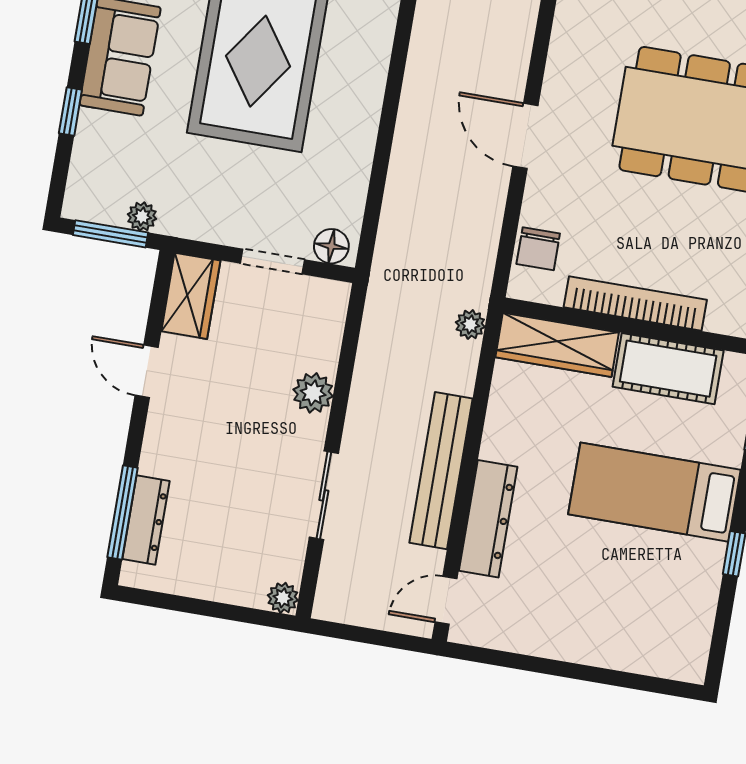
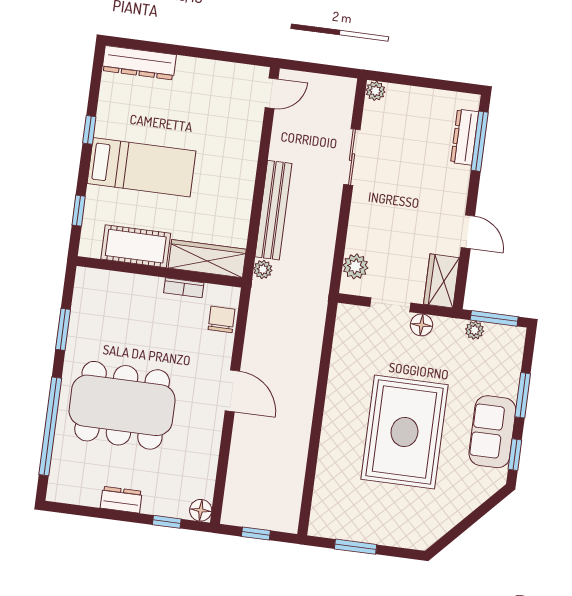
window: (70, 111) -> (523, 395), width x1.50
floor lamp: (331, 246) -> (421, 325), moved
bookcase: (635, 304) -> (184, 288), width x0.43, depth x0.76
plant: (313, 393) -> (355, 266), moved
bench: (441, 471) -> (273, 210), moved
dresser: (488, 519) -> (139, 63), moved, turned -90

